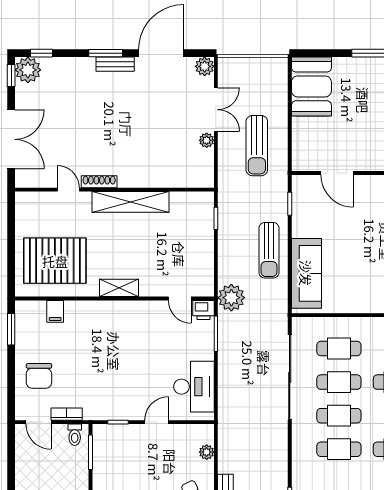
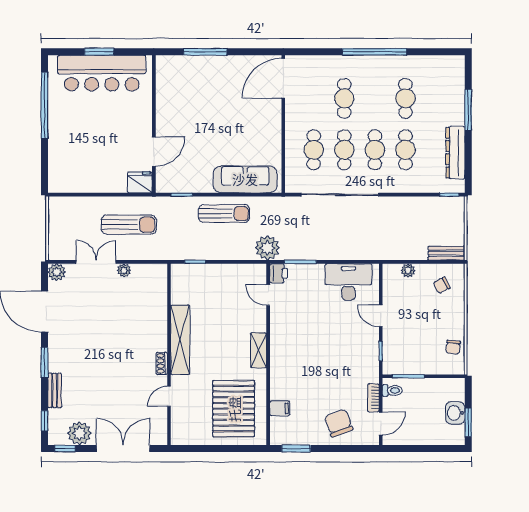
bench: (115, 64) -> (55, 390), moved
plant: (28, 70) -> (79, 433), moved
booth: (311, 86) -> (75, 175), removed
fridge: (303, 158) -> (140, 182), added
shoe rack: (99, 182) -> (162, 363), width x0.70
door: (180, 299) -> (268, 295), swing flipped
chair: (39, 376) -> (339, 423), turned -110

